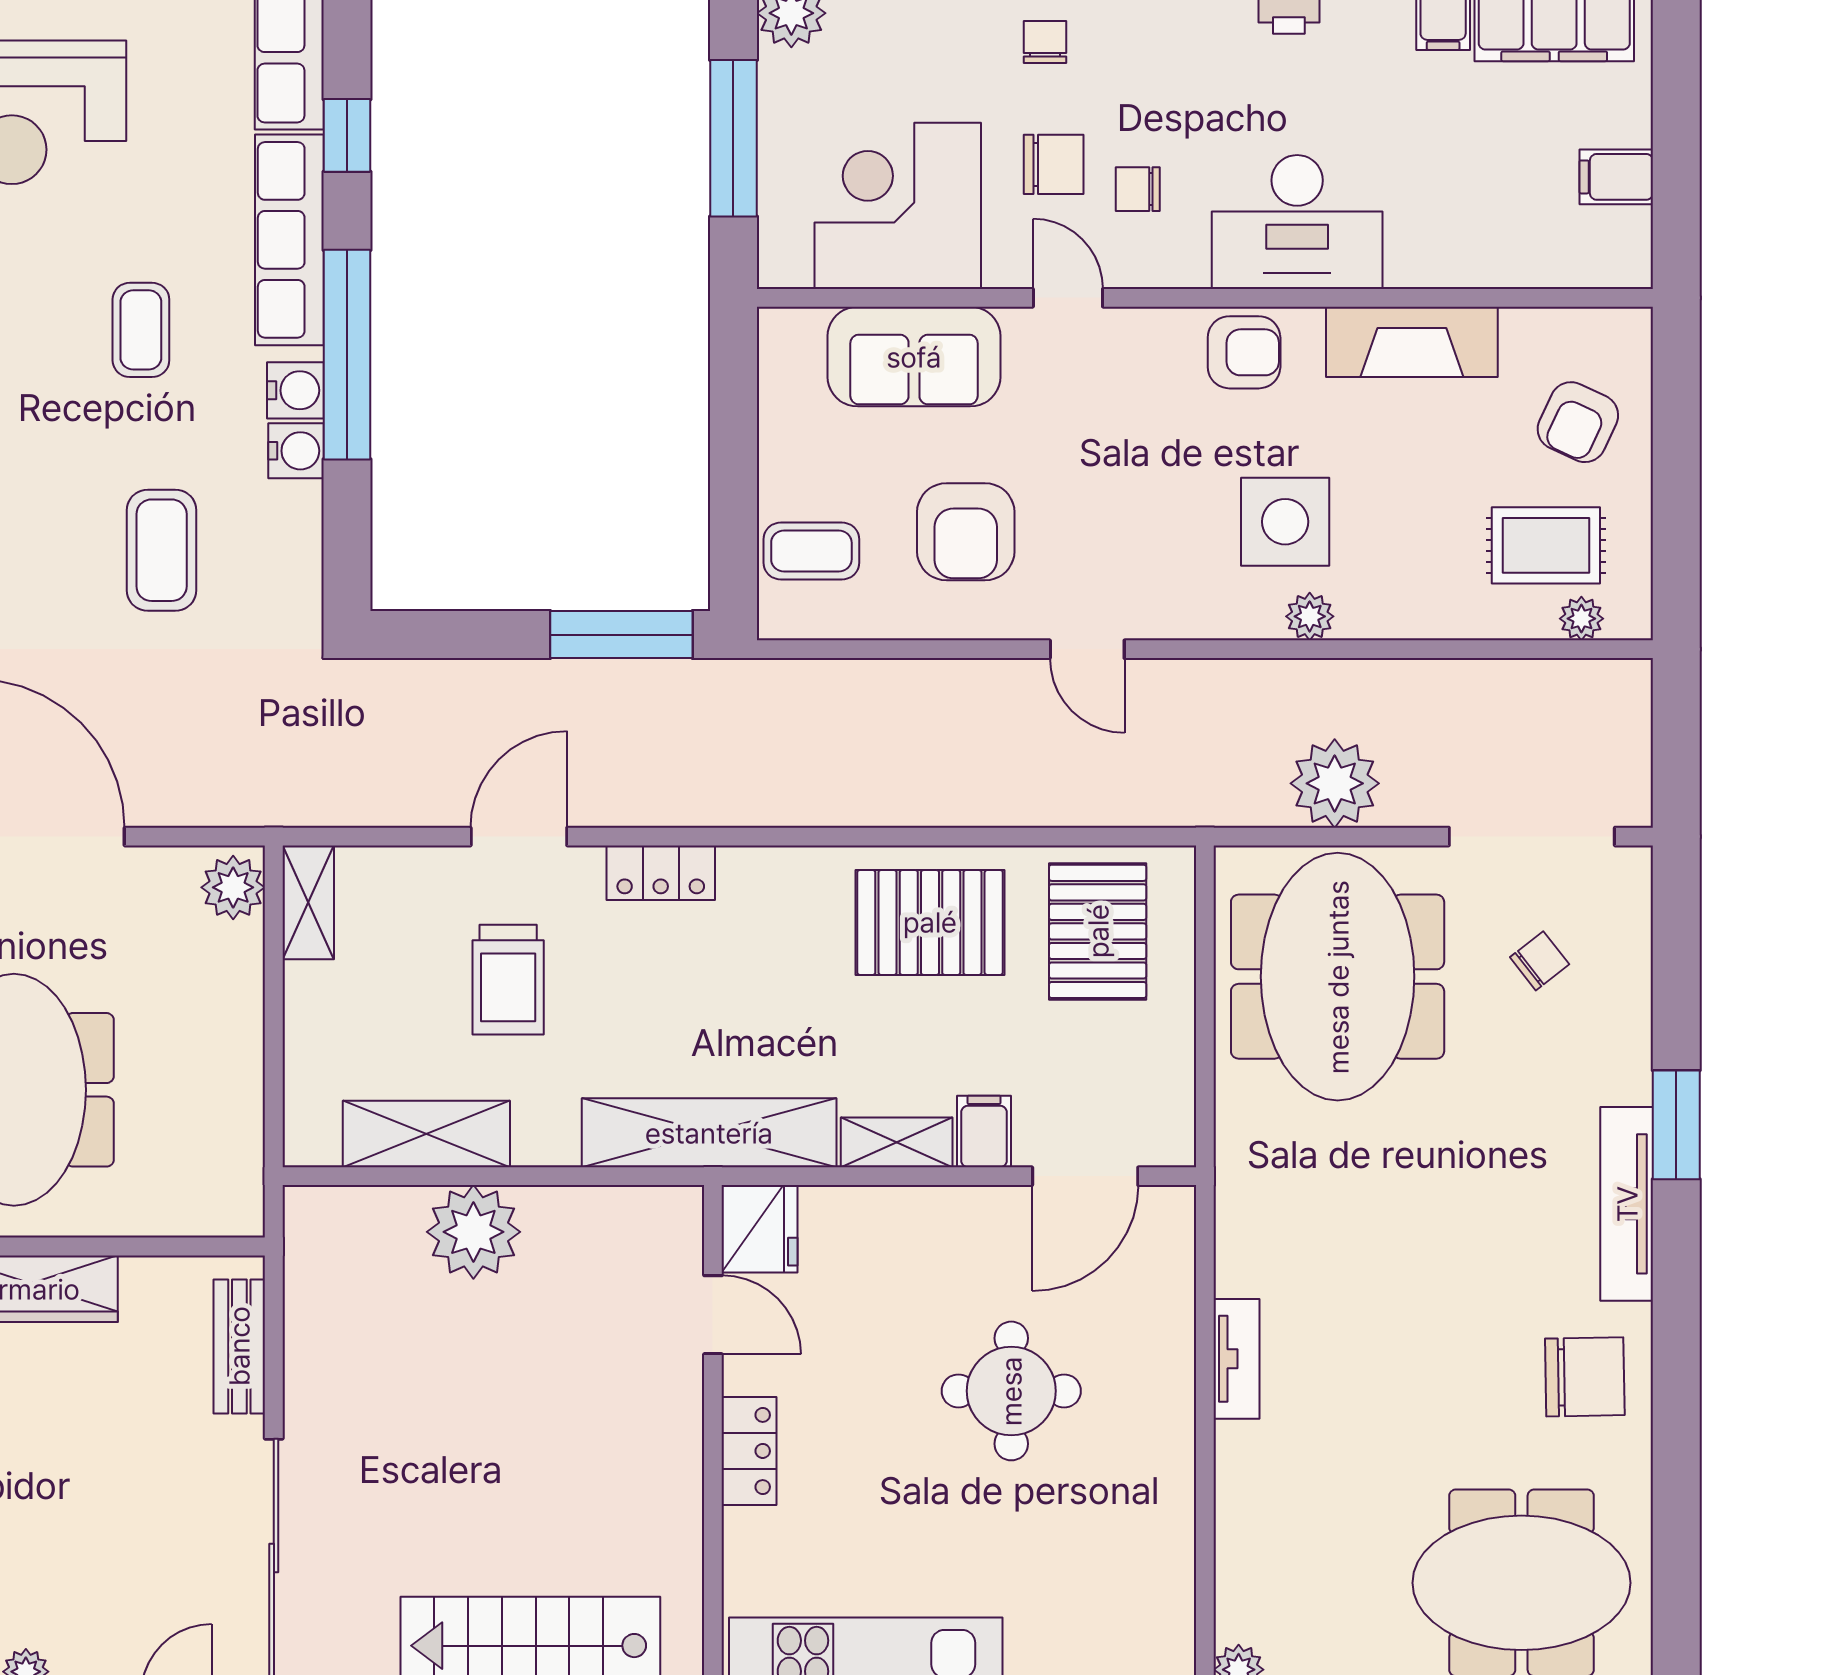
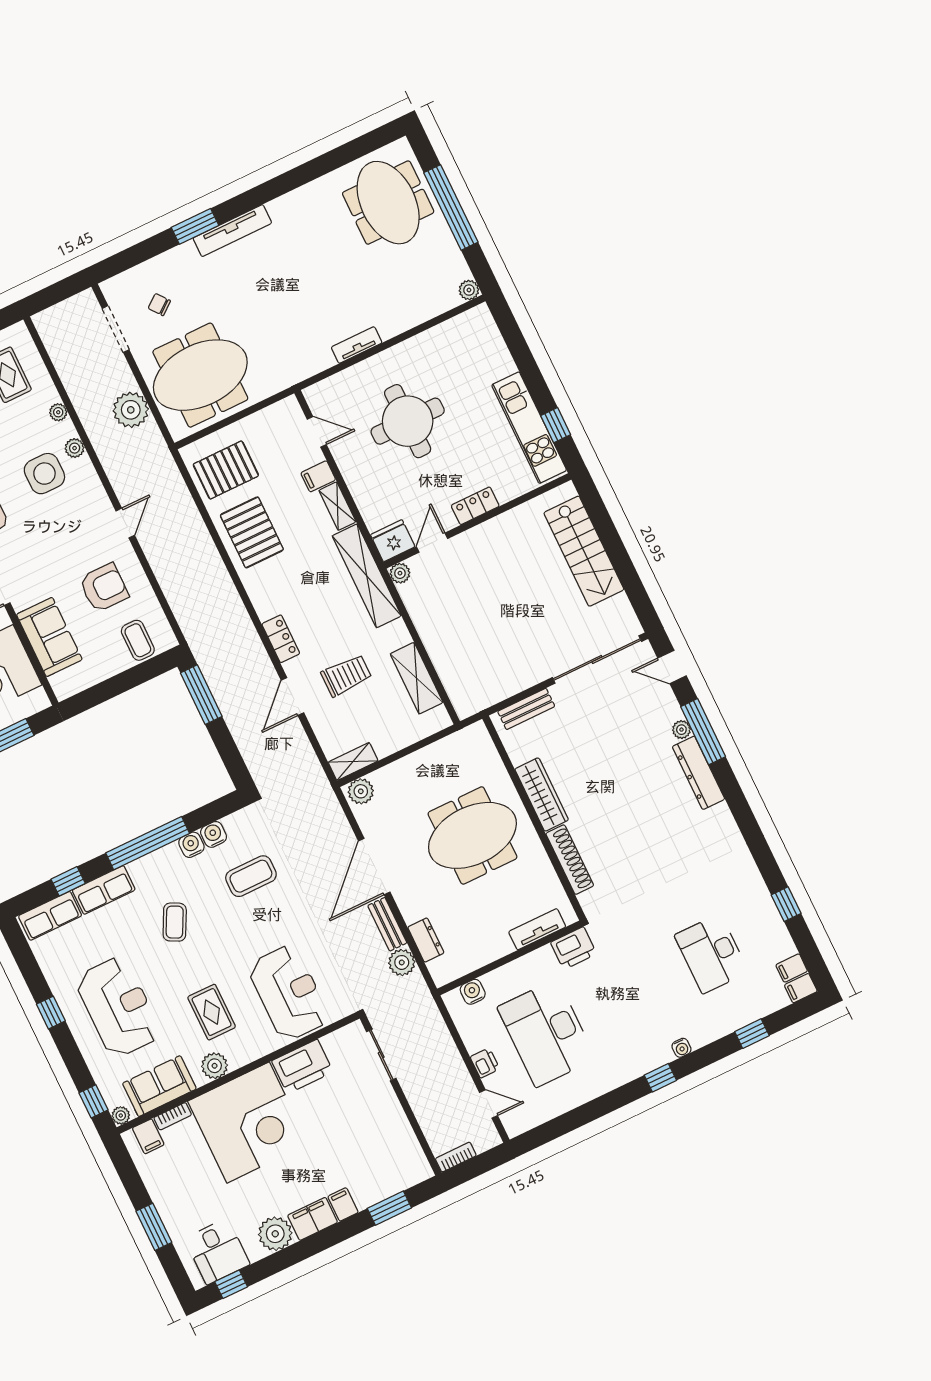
row of seats: (289, 240) -> (104, 890), width x0.68
coffee table: (141, 330) -> (175, 922), turned -63
water cooler: (295, 390) -> (214, 834), moved
plant: (1581, 619) -> (58, 412), moved
door: (519, 837) -> (292, 697), hinge flipped
doorway: (1532, 837) -> (116, 329), width x0.73
door: (1085, 1176) -> (317, 432), width x0.73
plant: (473, 1232) -> (400, 573), moved, width x0.53, depth x0.53
chair: (1585, 1377) -> (302, 216), removed
round table: (1011, 1391) -> (408, 421), width x1.36, depth x1.36

